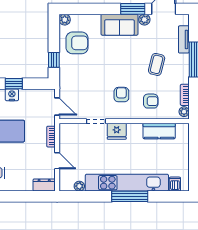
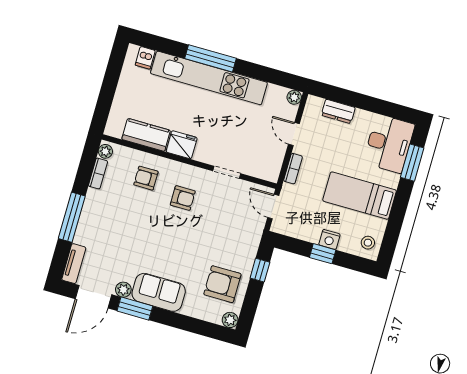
tv unit: (184, 39) -> (74, 264), moved
coffee table: (157, 64) -> (124, 225), removed
armchair: (121, 95) -> (183, 198), turned -90
fridge: (117, 131) -> (182, 145), moved
dresser: (44, 185) -> (338, 111), moved
plant: (79, 186) -> (294, 97), moved

